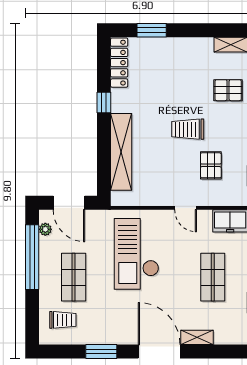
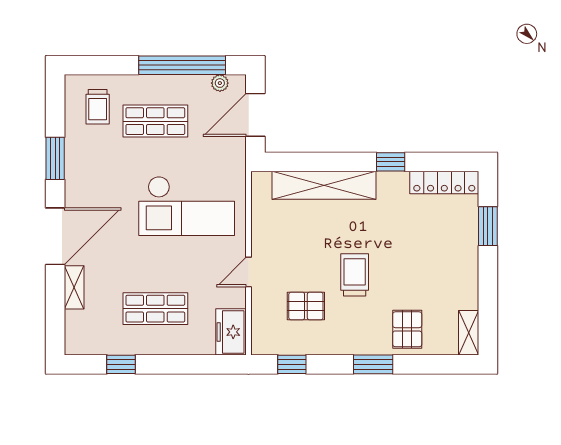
checkout: (137, 254) -> (187, 206), turned 180

